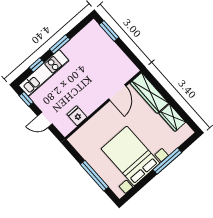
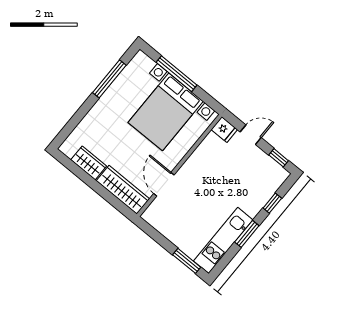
kitchen unit: (44, 73) -> (223, 240), moved
fridge: (77, 116) -> (224, 130), moved
bed with nightstands: (131, 156) -> (166, 112), moved, turned 90
window: (167, 161) -> (109, 79), moved

